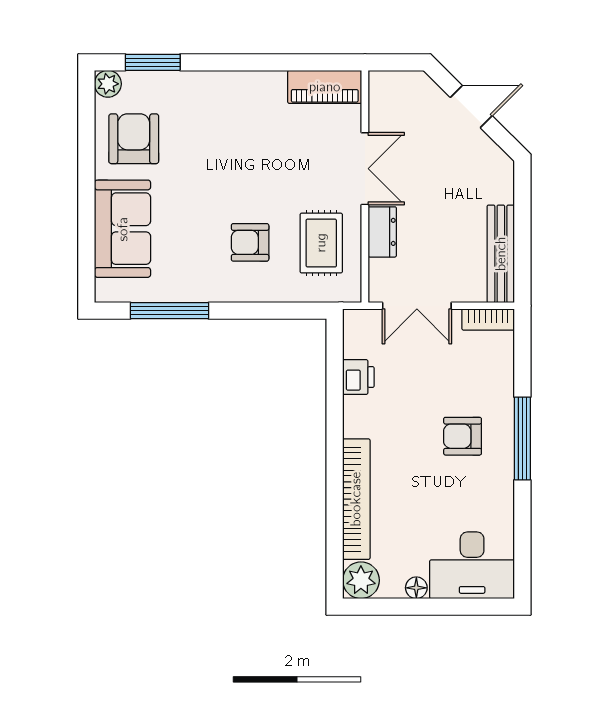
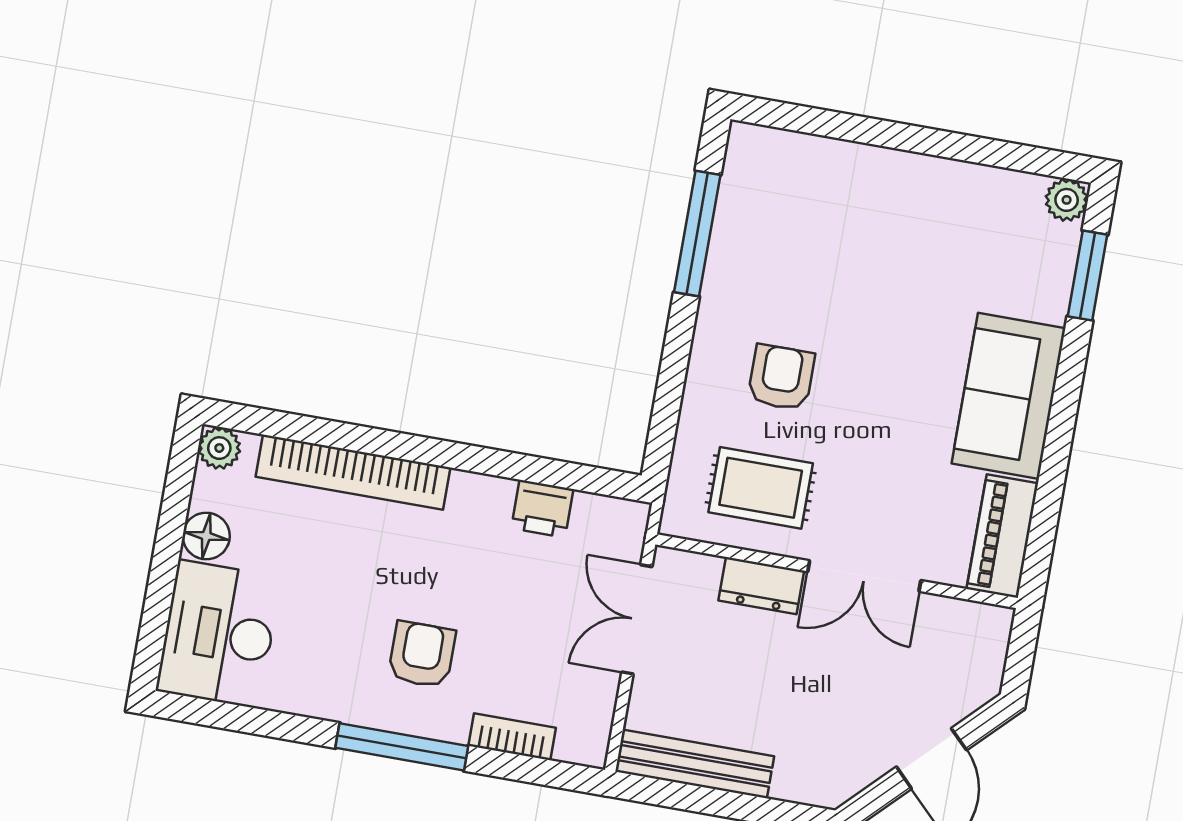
armchair: (134, 139) -> (974, 225), removed
sofa: (123, 229) -> (1009, 396), moved, turned 90
bookcase: (488, 320) -> (512, 737), moved, turned 90
plant: (361, 580) -> (219, 448), width x0.73, depth x0.73
floor lamp: (416, 588) -> (206, 536), width x1.37, depth x1.37

